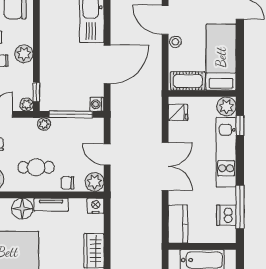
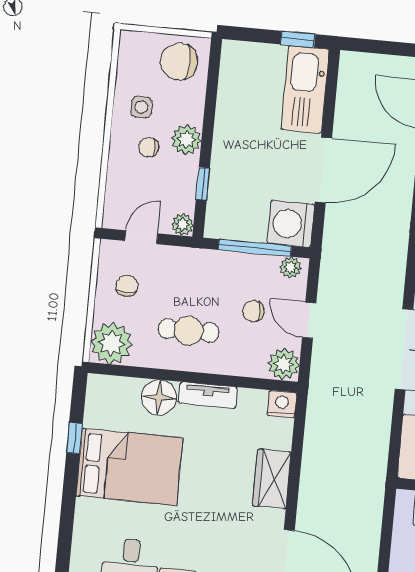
window: (36, 92) -> (203, 184), moved
washing machine: (97, 104) -> (291, 224), width x1.89, depth x1.89
plant: (44, 124) -> (291, 267), moved
chair: (67, 183) -> (253, 311), moved

